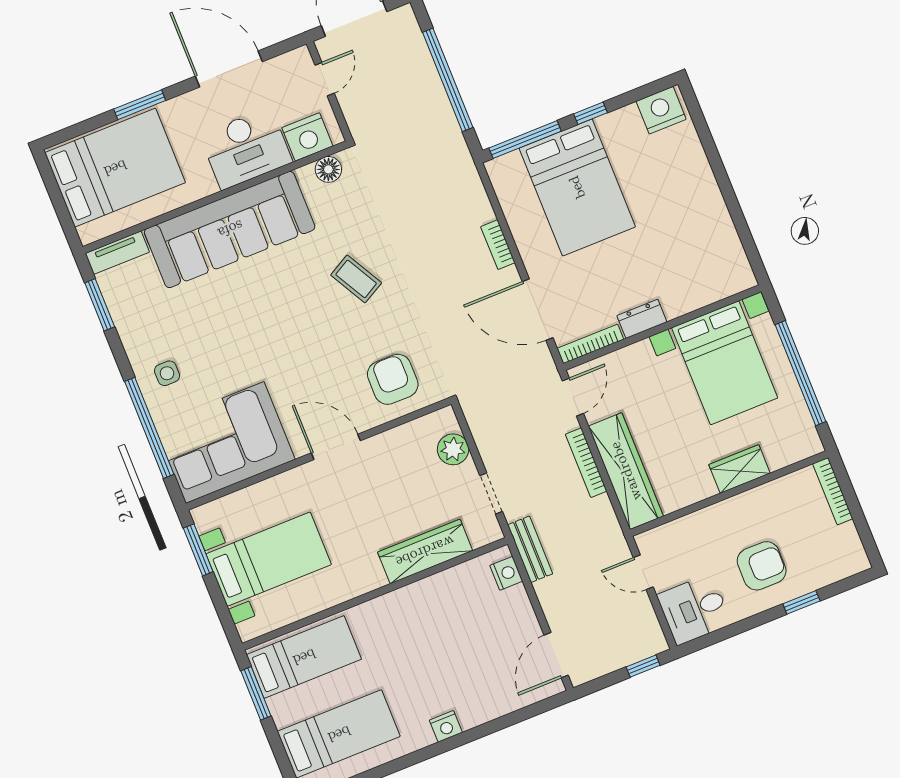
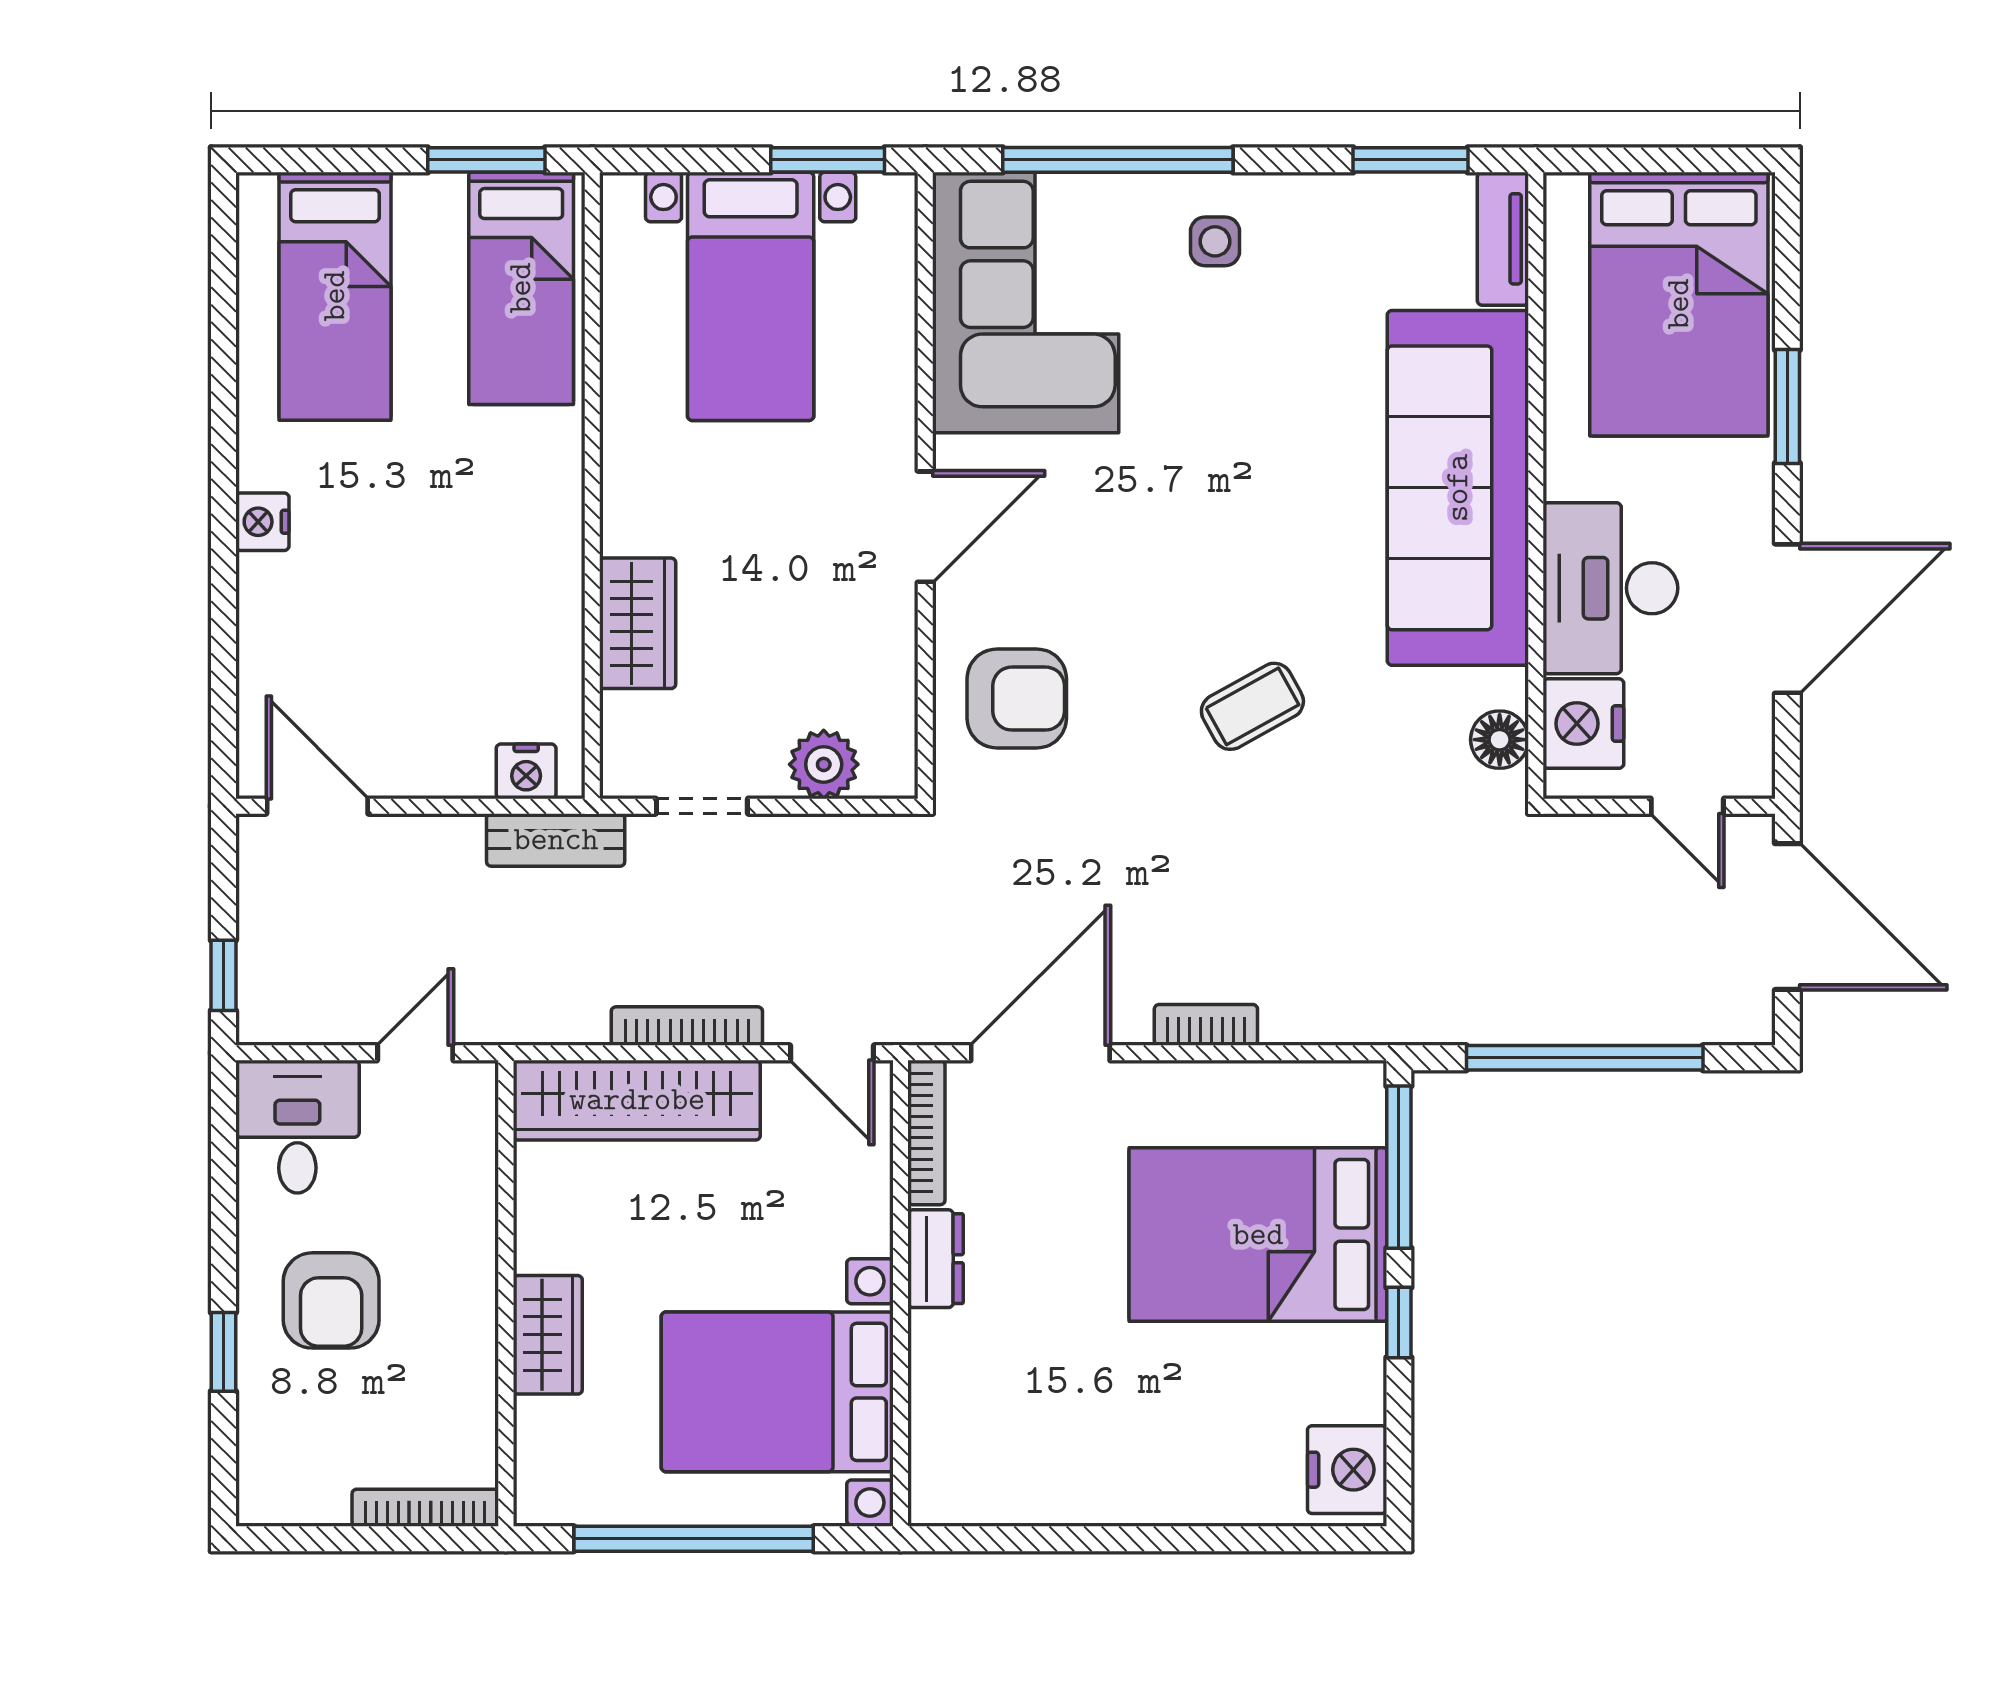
wardrobe: (425, 551) -> (638, 623), width x0.67

